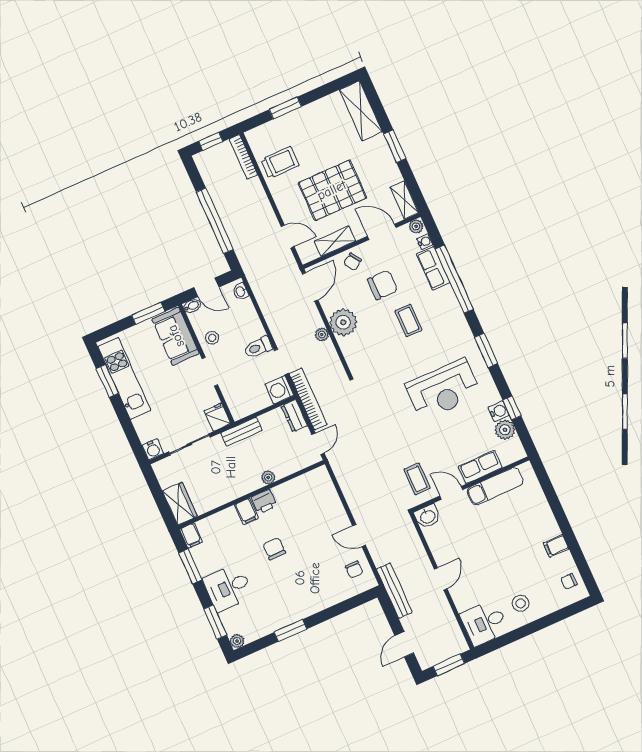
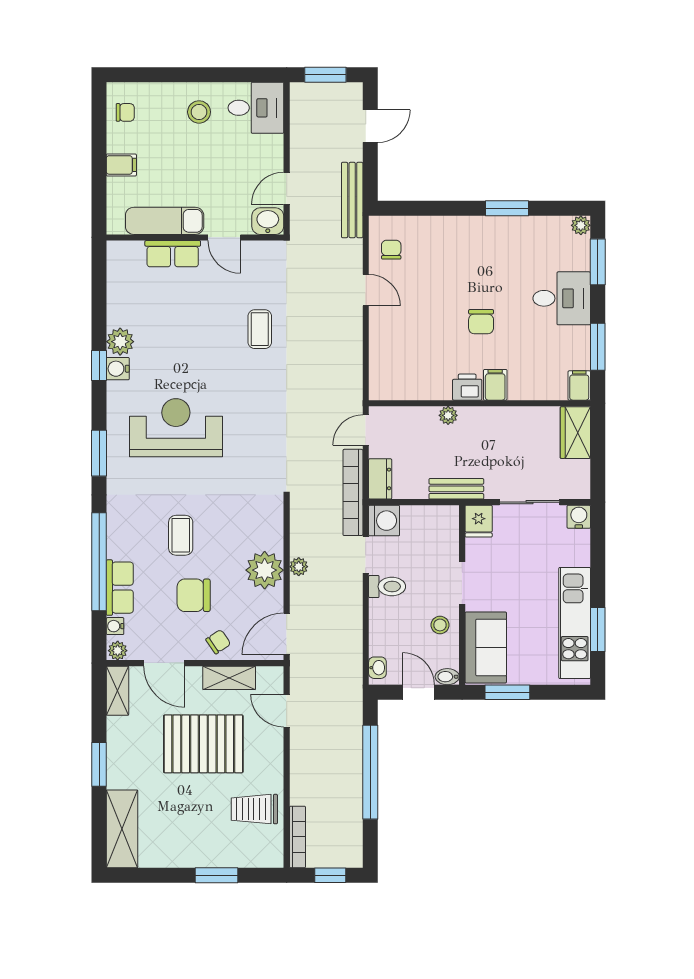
row of seats: (480, 467) -> (173, 254), moved
wall: (470, 484) -> (195, 237), moved
exam couch: (495, 486) -> (165, 221), moved
door: (451, 493) -> (224, 237), moved
washbasin: (428, 516) -> (268, 221), moved

